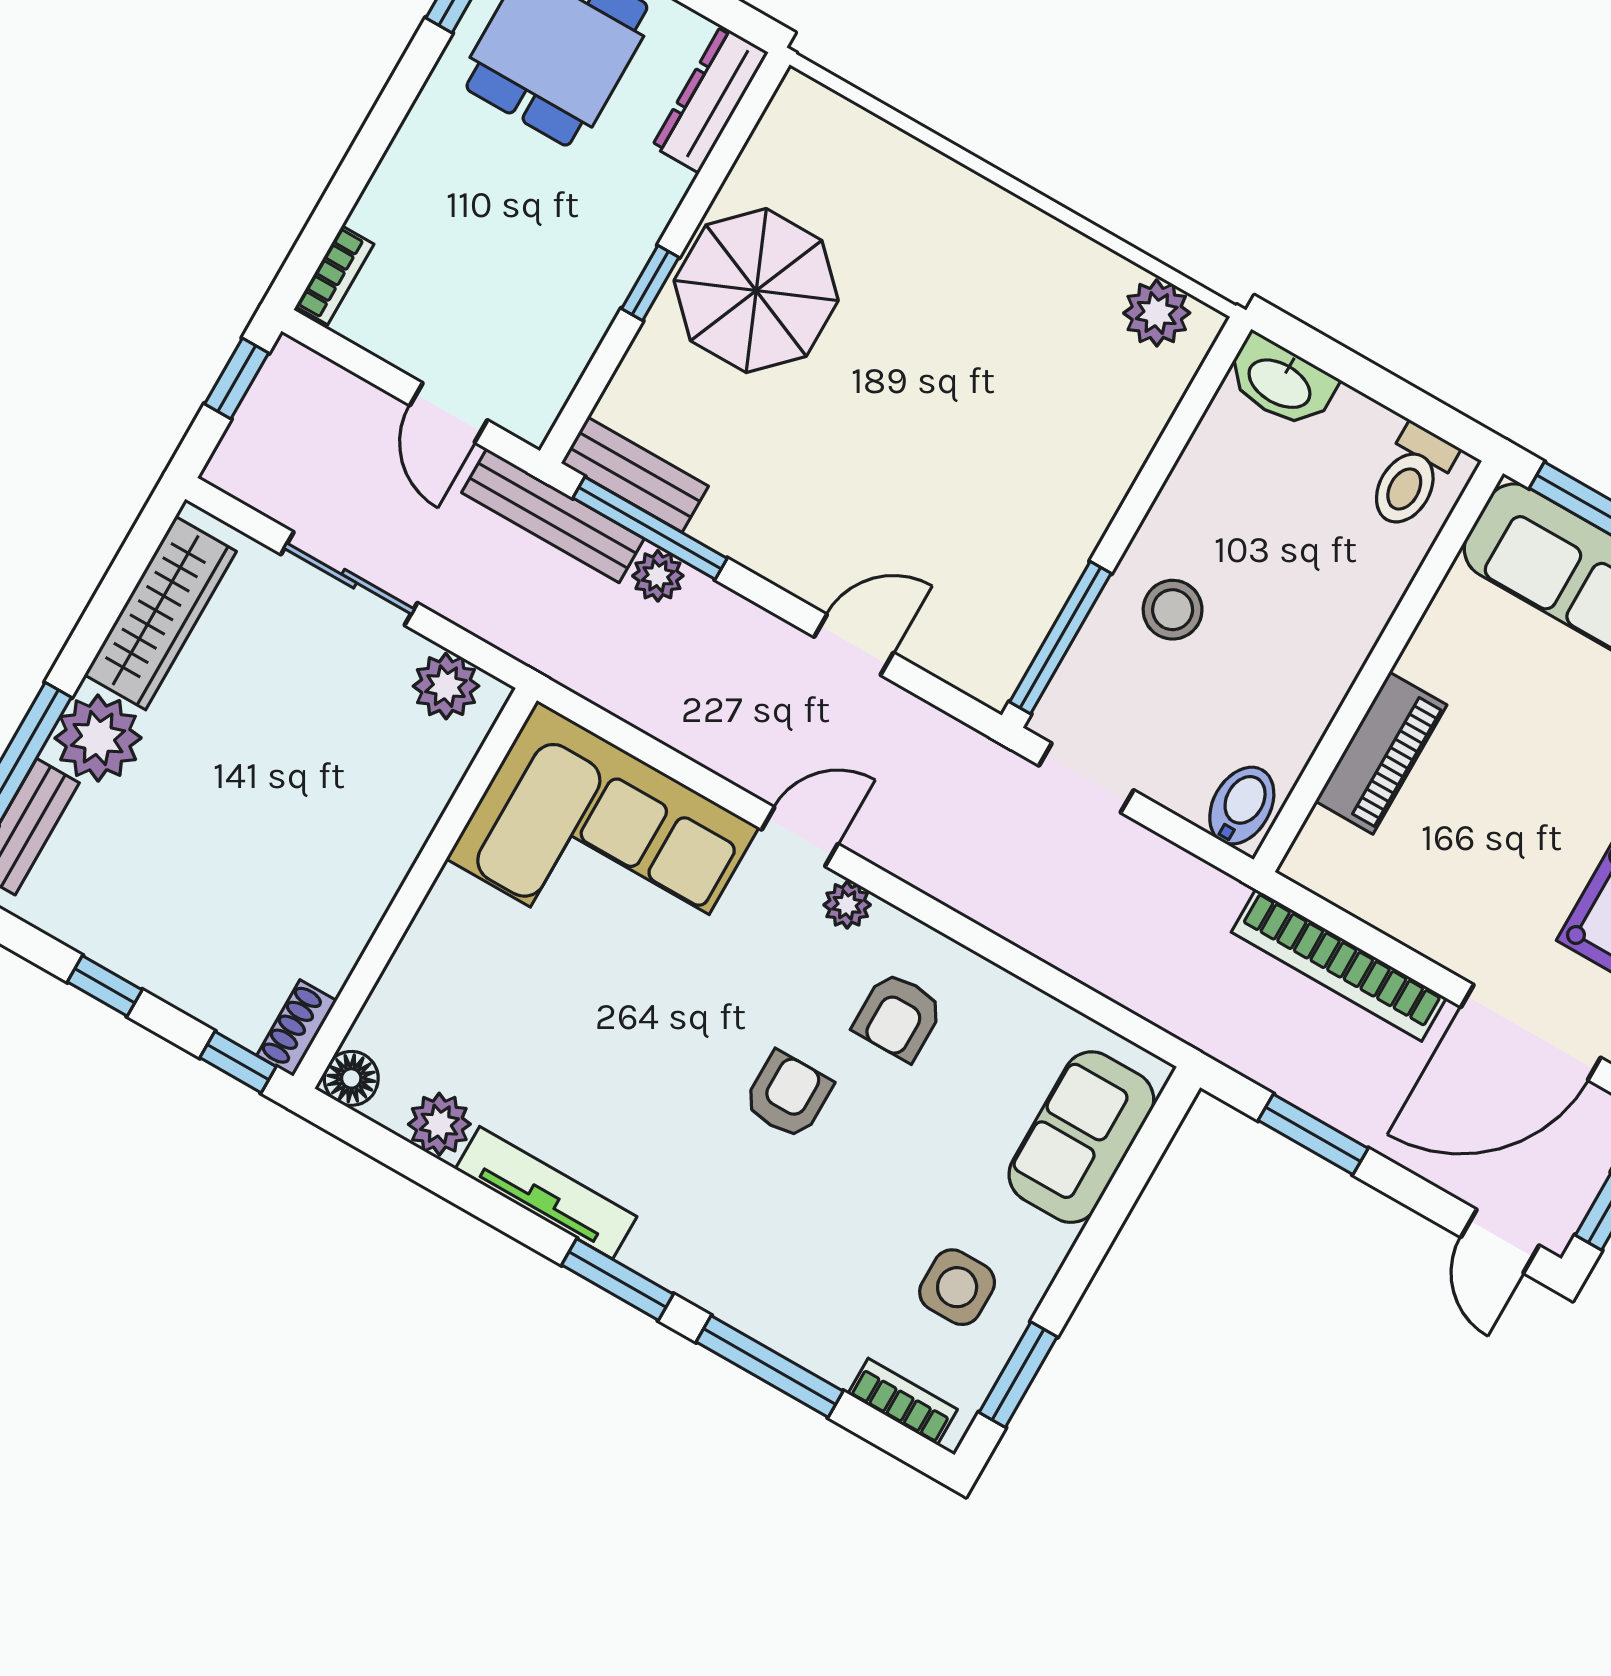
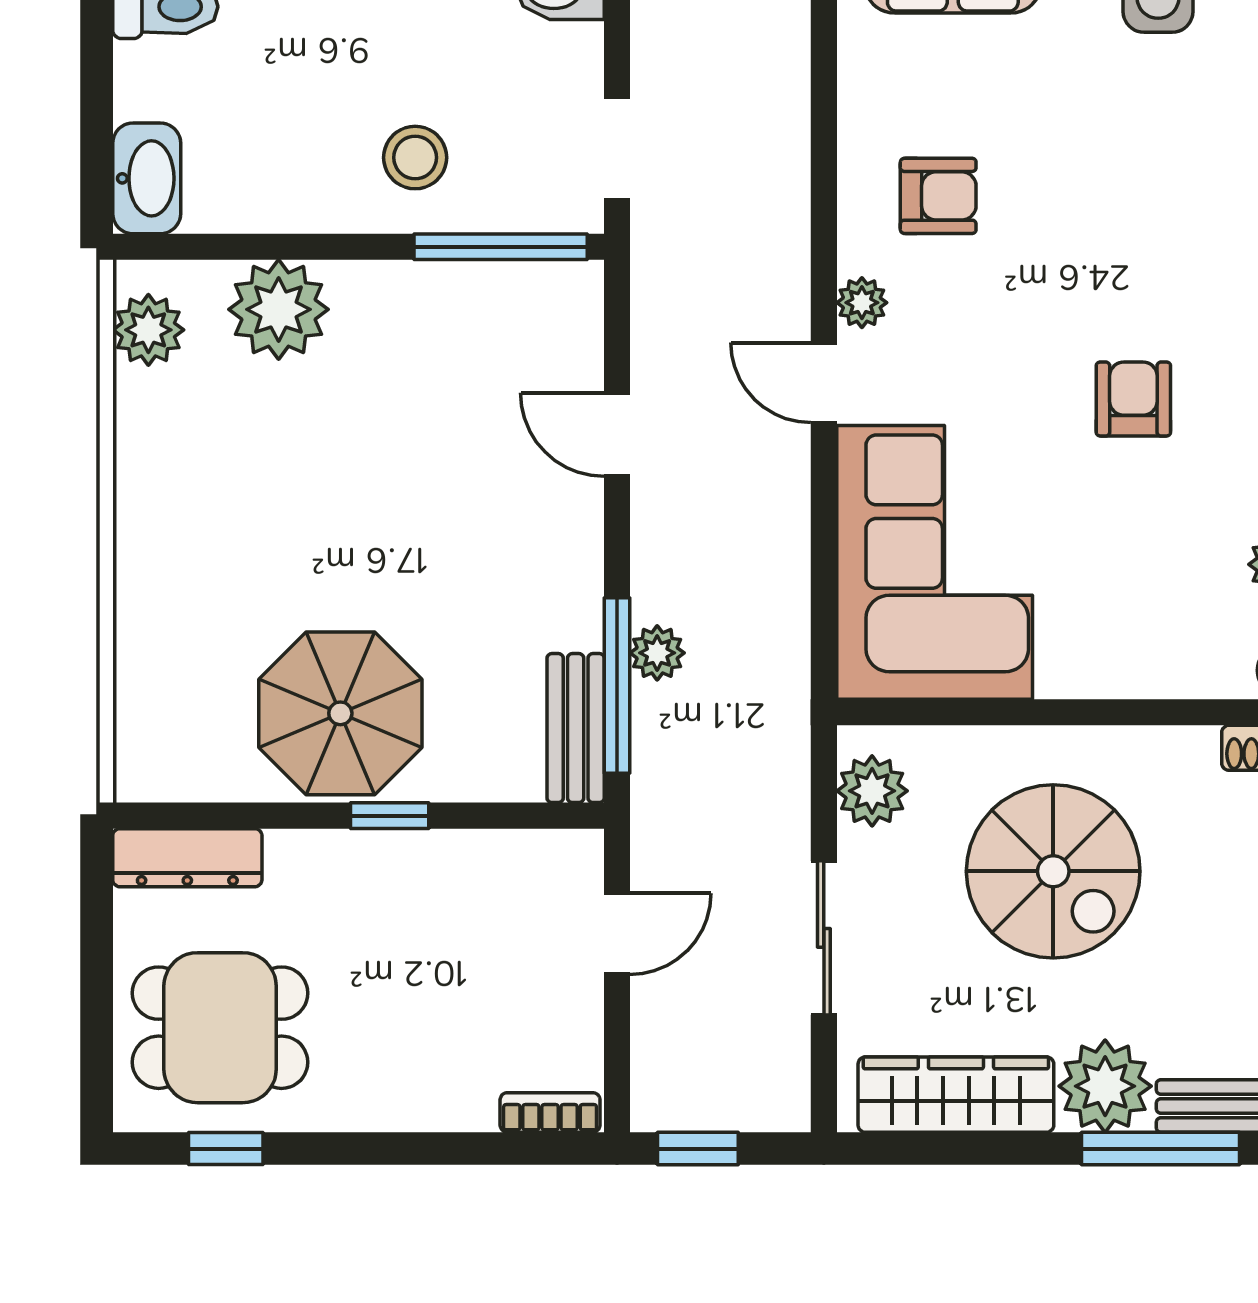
plant: (1113, 428) -> (279, 309), added
bench: (553, 516) -> (657, 782), removed
spiral stairs: (296, 796) -> (1053, 871), added
armchair: (788, 1095) -> (1133, 399), moved, turned 90

